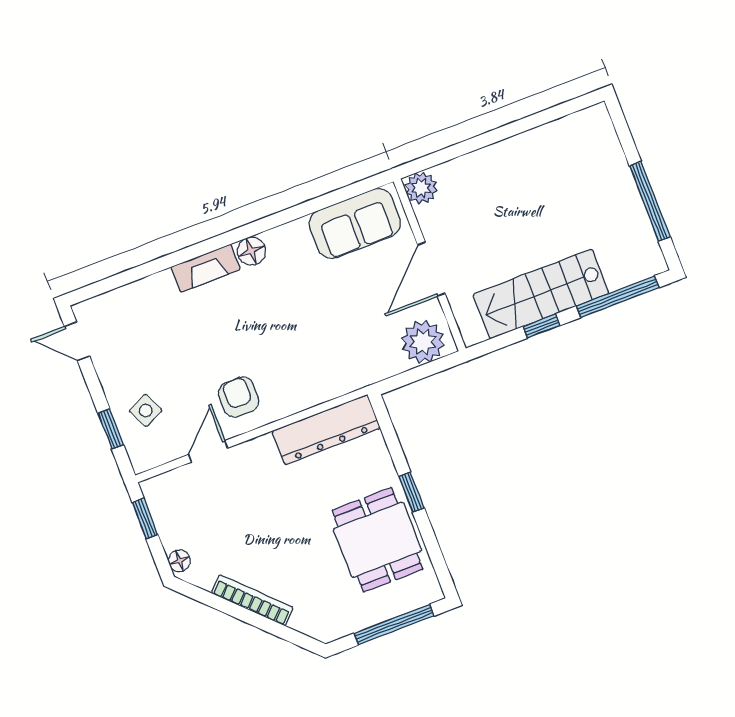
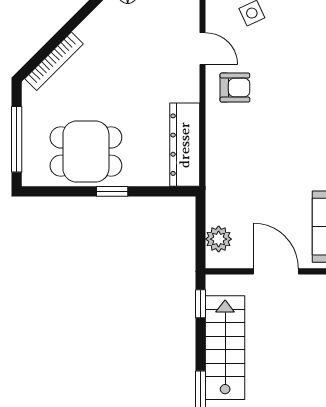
window: (542, 326) -> (201, 304), moved
plant: (423, 342) -> (219, 239), width x0.73, depth x0.73
bookcase: (252, 600) -> (54, 61), moved

